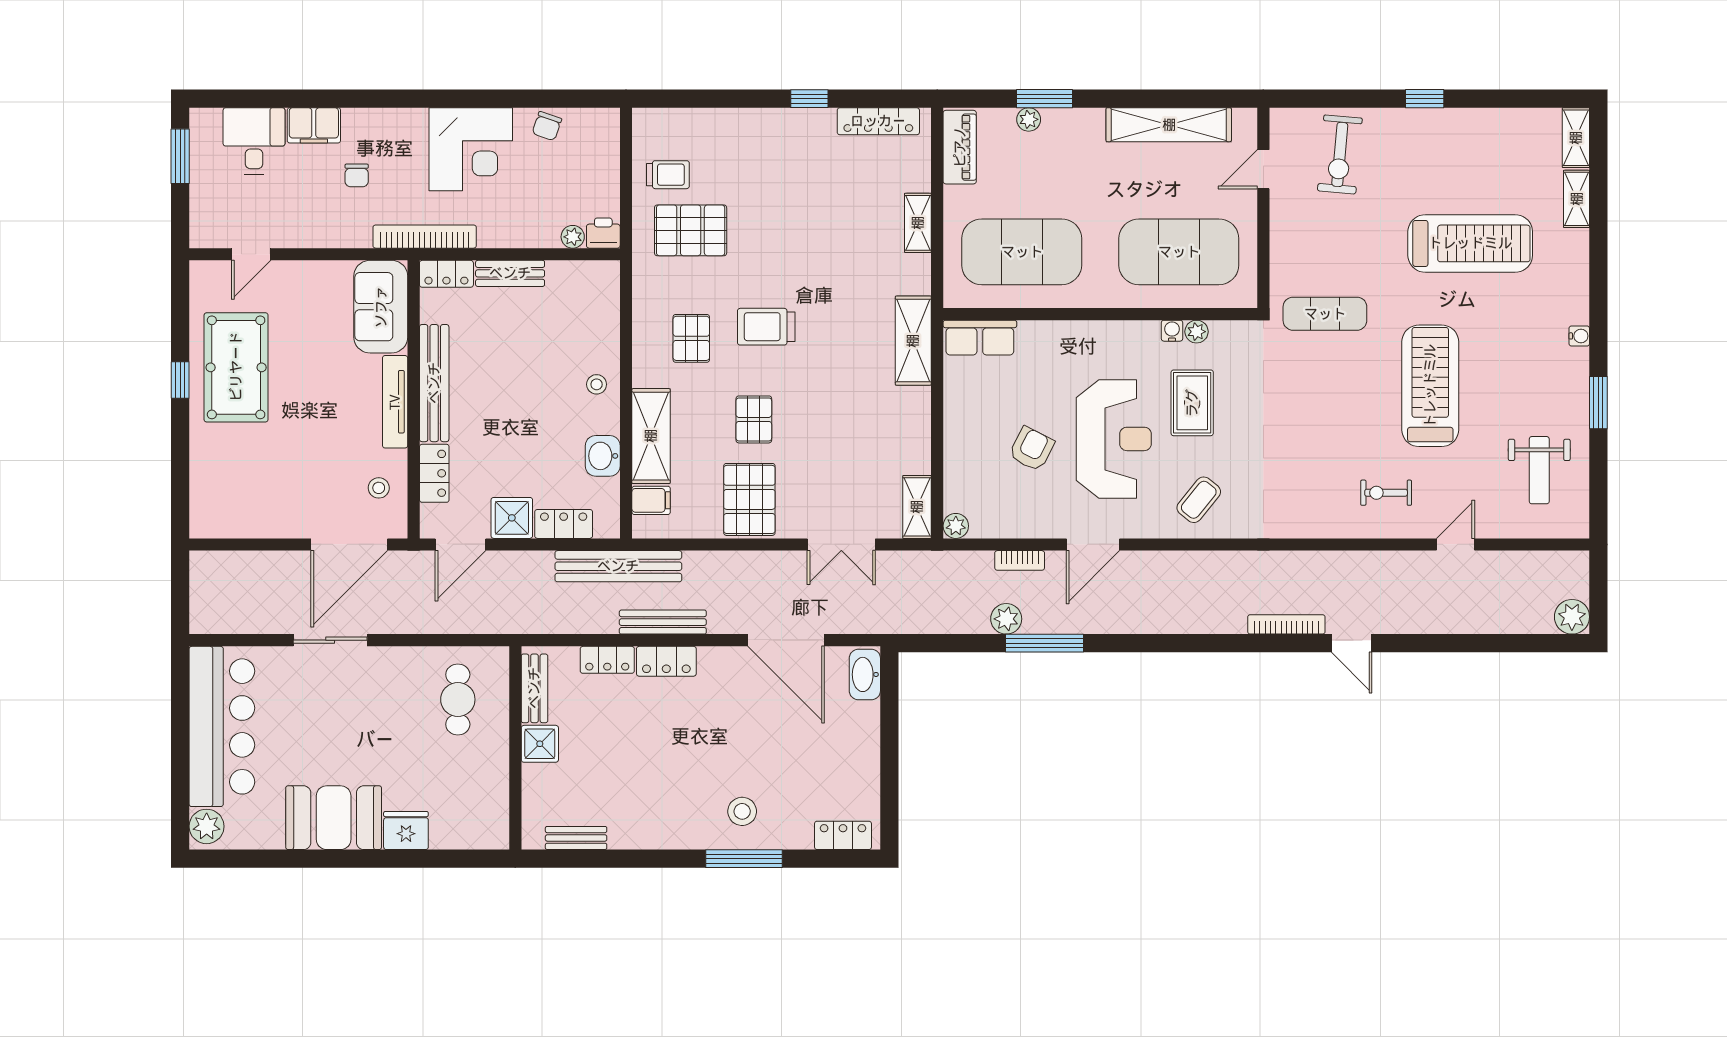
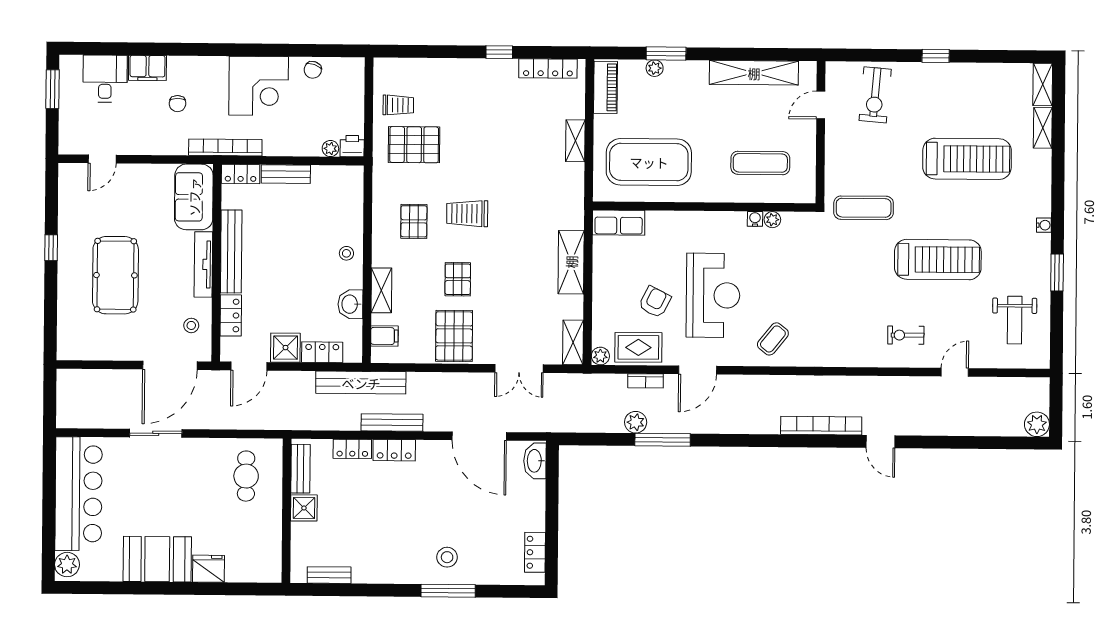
exercise mat: (1179, 252) -> (760, 163), width x0.50, depth x0.69
shelving: (913, 341) -> (571, 262), moved
pool table: (236, 367) -> (115, 275), moved
treadmill: (1430, 386) -> (938, 260), turned 90
rug: (1192, 403) -> (638, 347), moved, turned 90
shelving: (651, 436) -> (381, 290), width x0.67, depth x0.75
bookcase: (1286, 624) -> (821, 426), width x1.48, depth x1.31
locker: (843, 835) -> (535, 552), moved, turned -90

